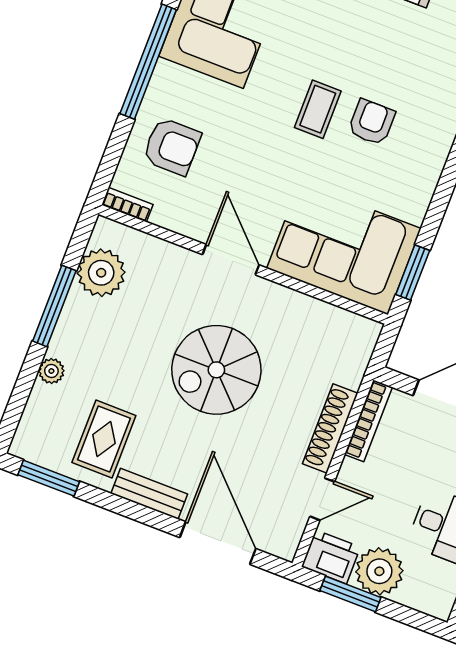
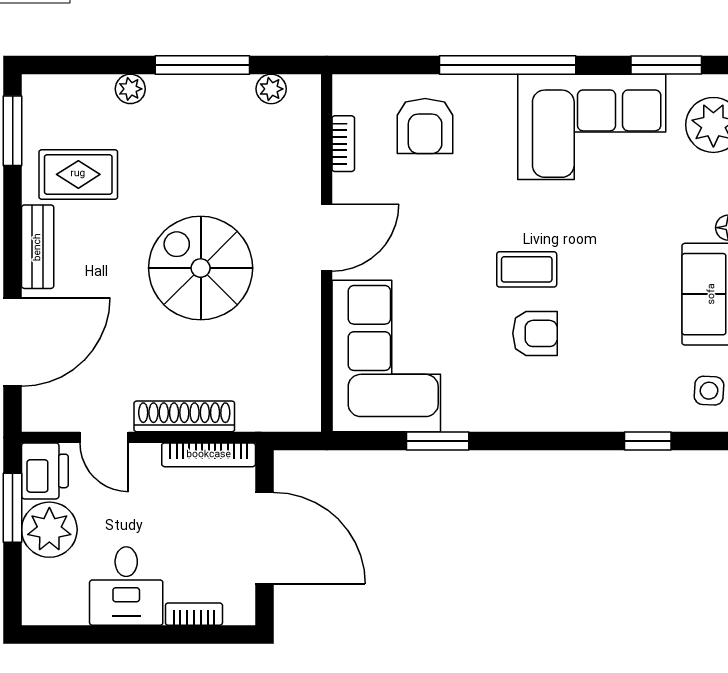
bookcase: (127, 205) -> (343, 144), moved
window: (413, 272) -> (438, 441), moved
plant: (101, 273) -> (271, 89), width x0.53, depth x0.53

